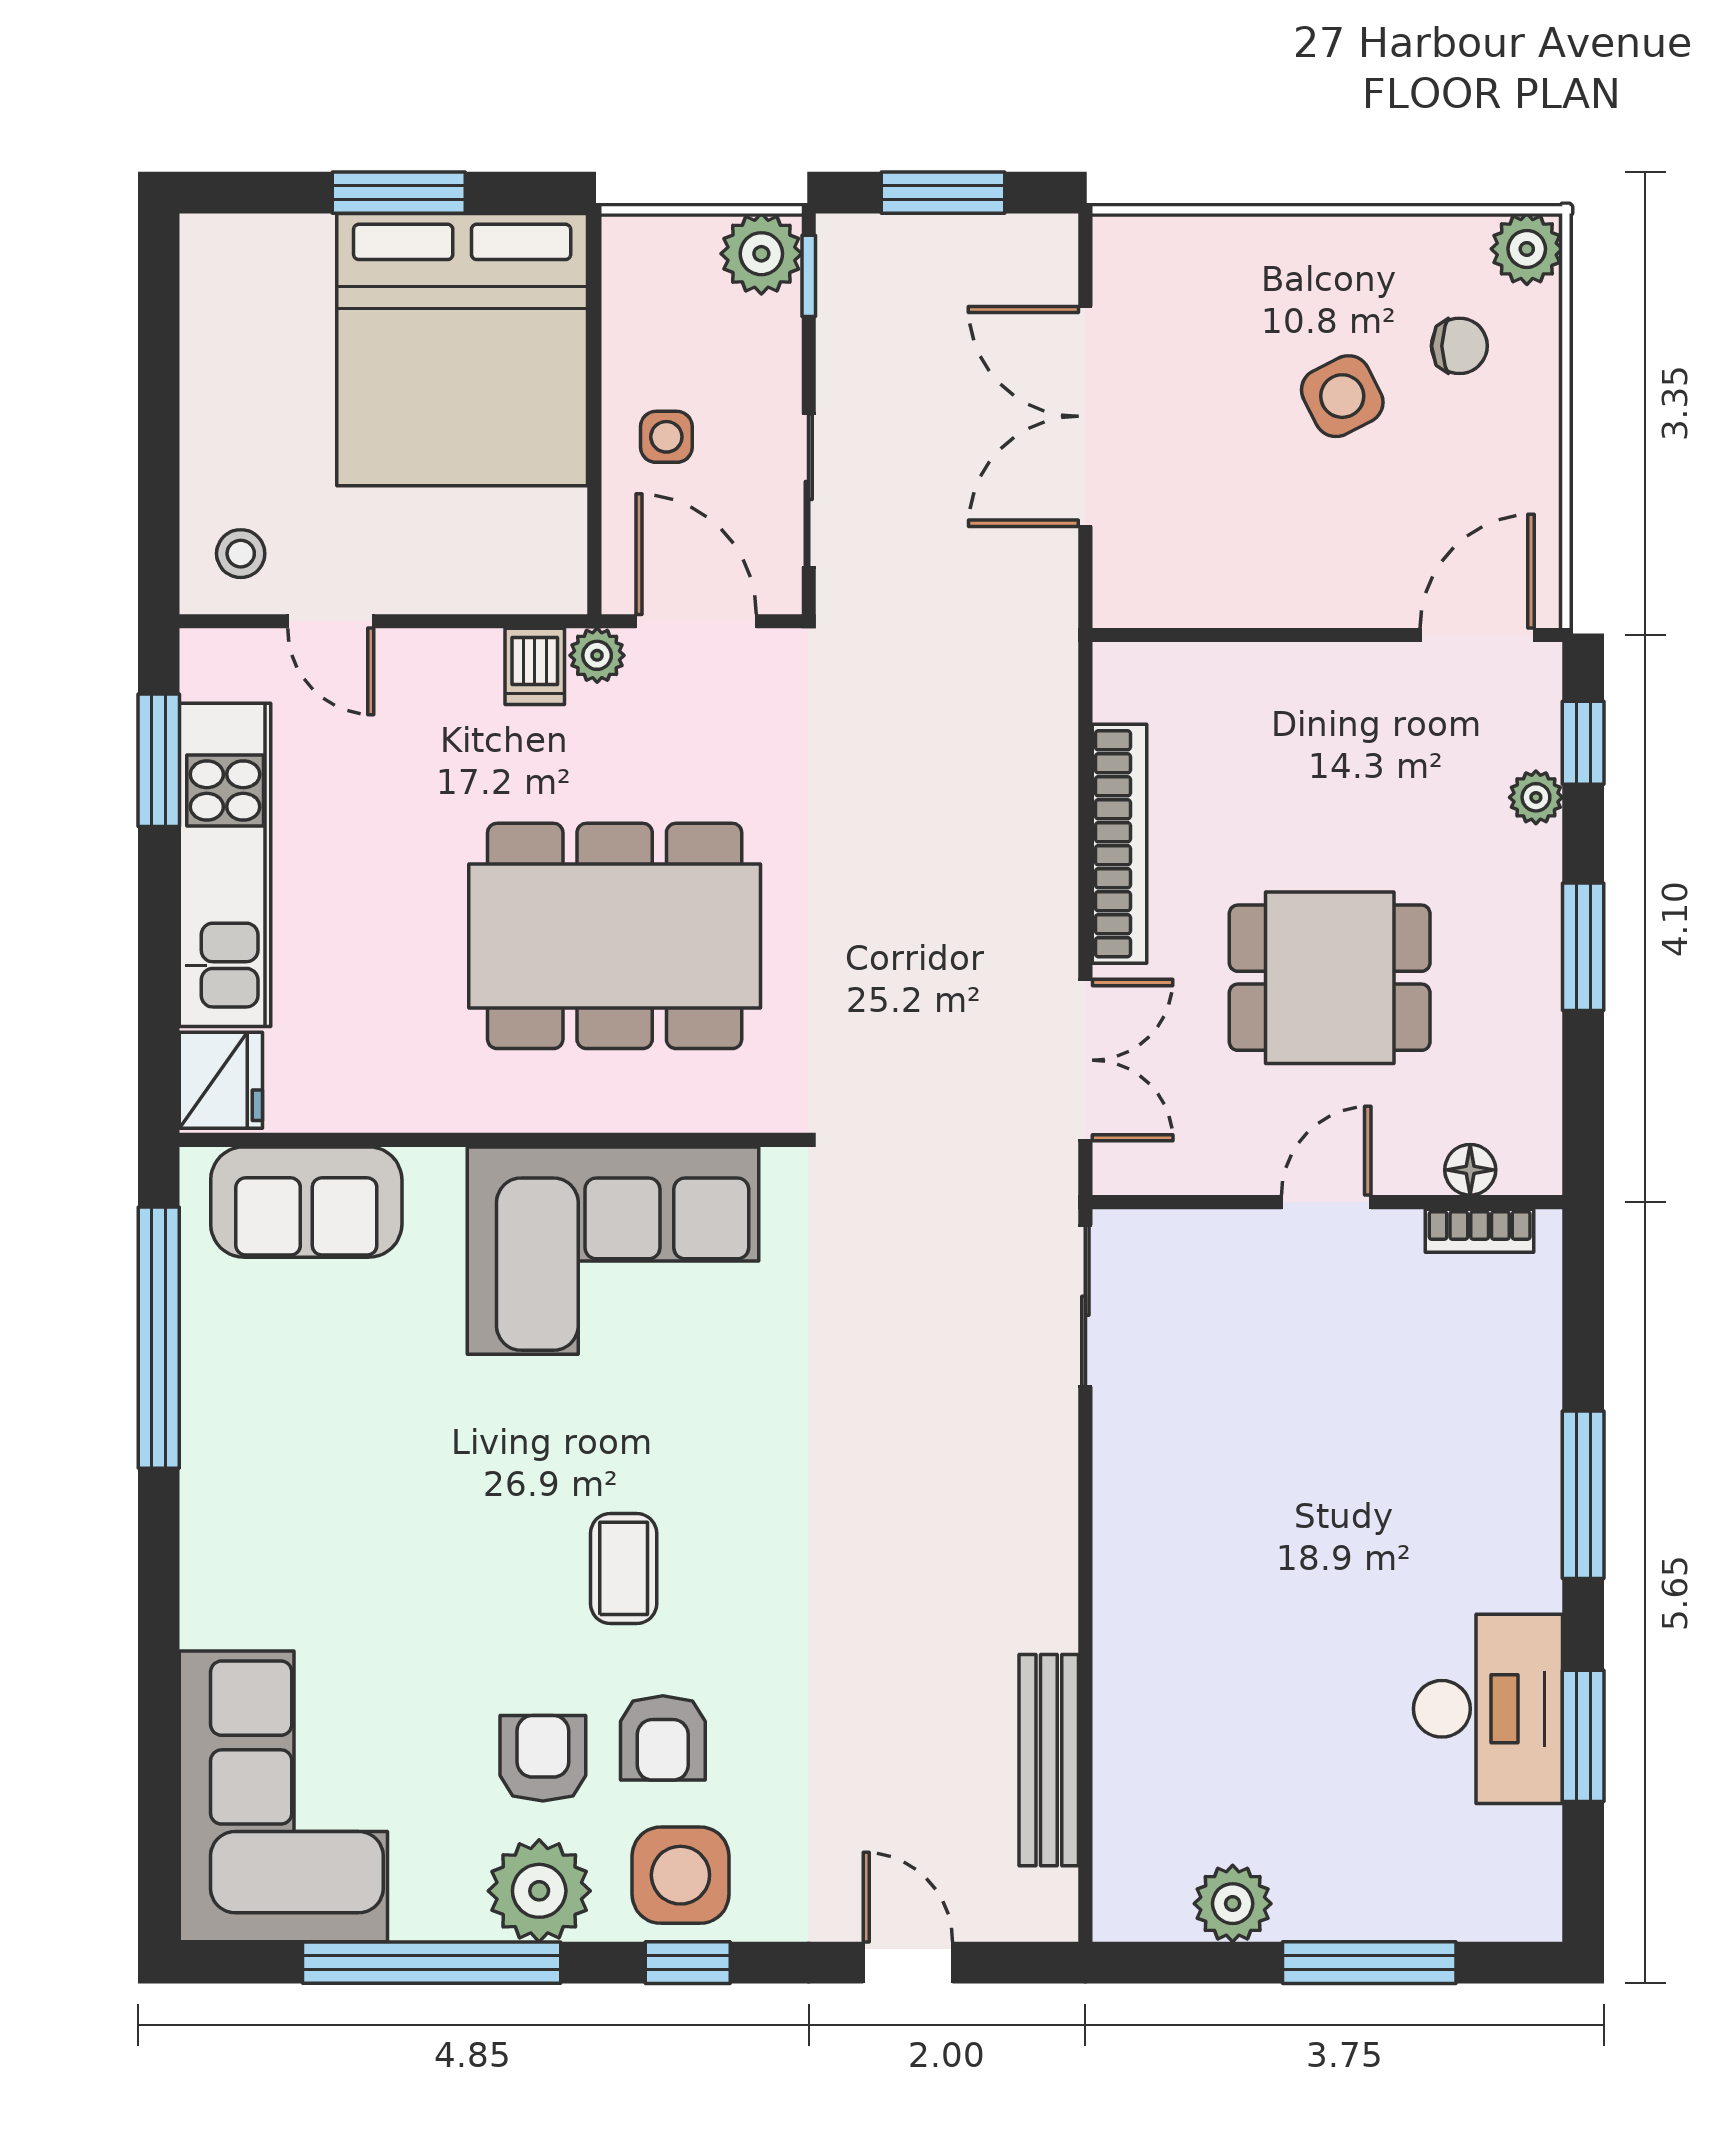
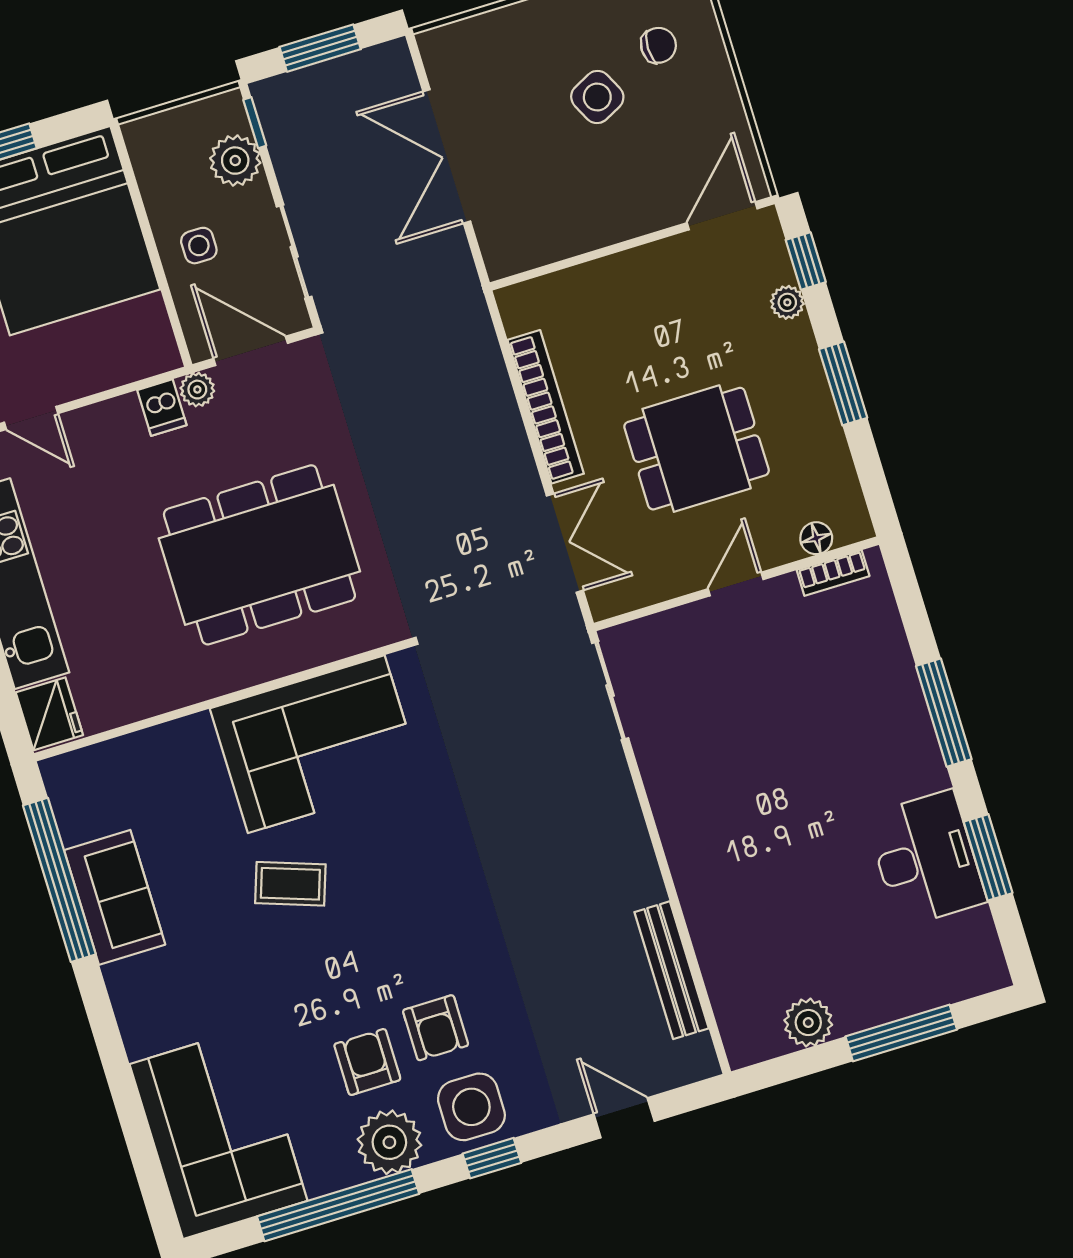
plant: (761, 254) -> (235, 161), moved
sofa: (306, 1202) -> (115, 897), moved, turned -90
coffee table: (624, 1568) -> (290, 884), moved, turned -71

